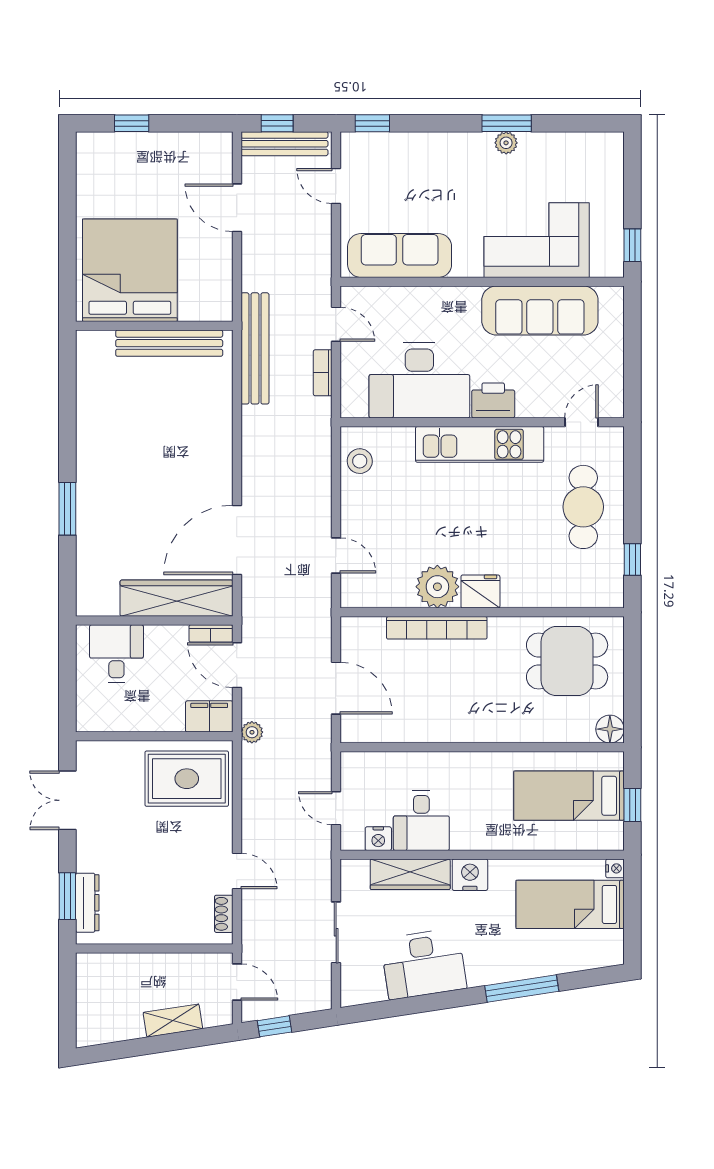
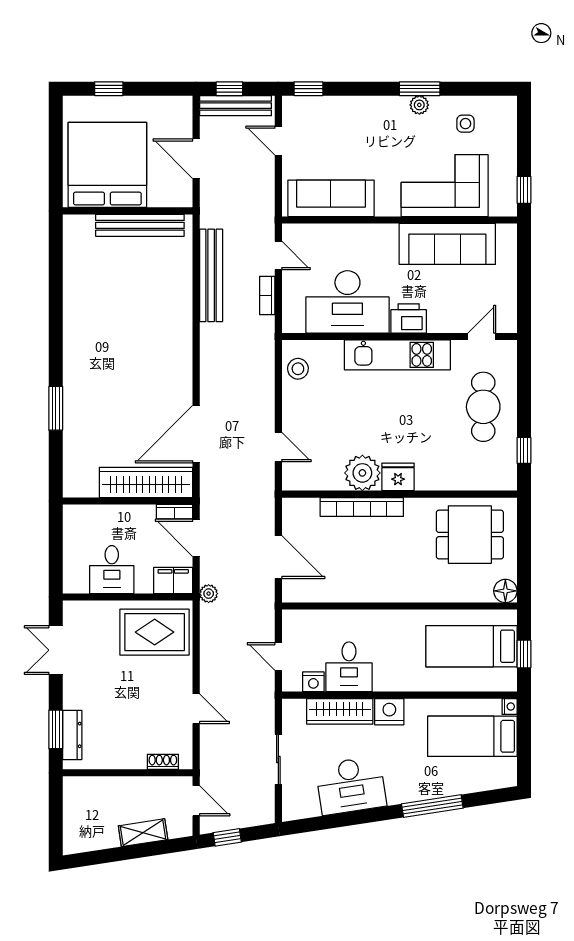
side table: (562, 165) -> (465, 124), added
bed: (130, 270) -> (107, 165), moved
wall: (154, 326) -> (128, 211), moved
bench: (169, 343) -> (140, 225), moved
desk: (116, 654) -> (112, 570), moved, turned 180
shoe rack: (224, 914) -> (163, 762), moved, turned 90

